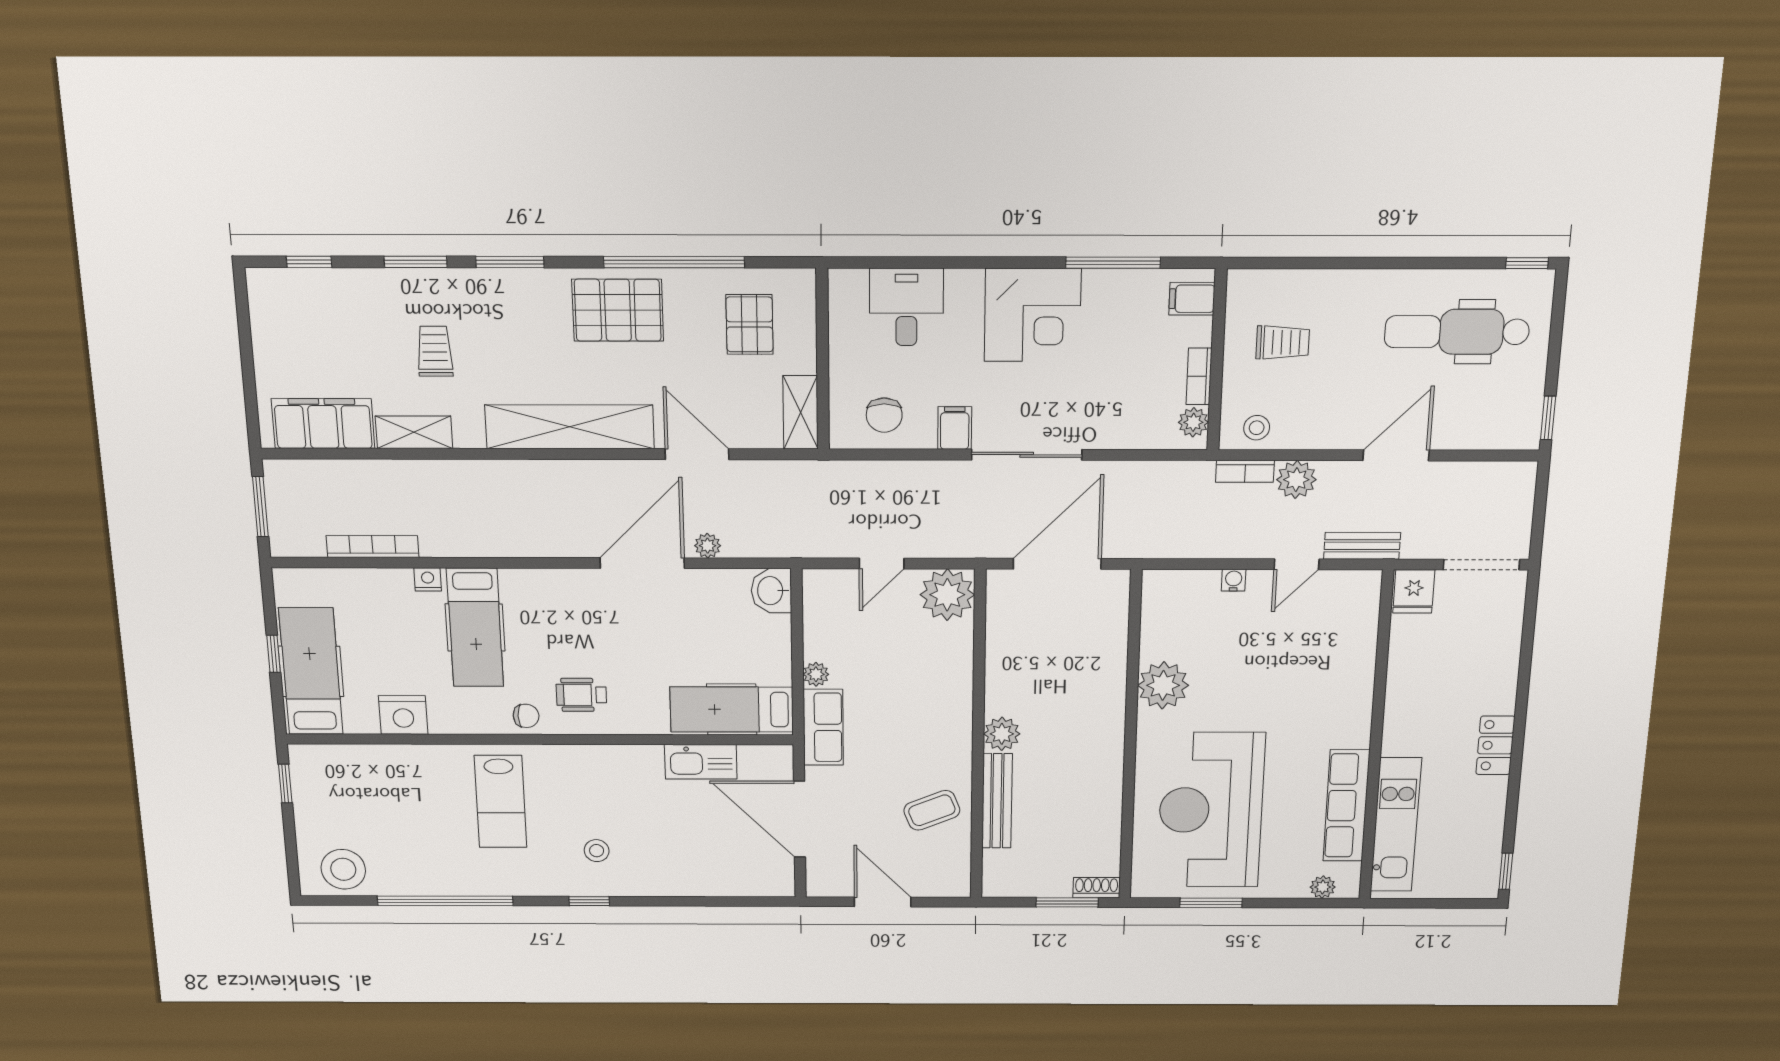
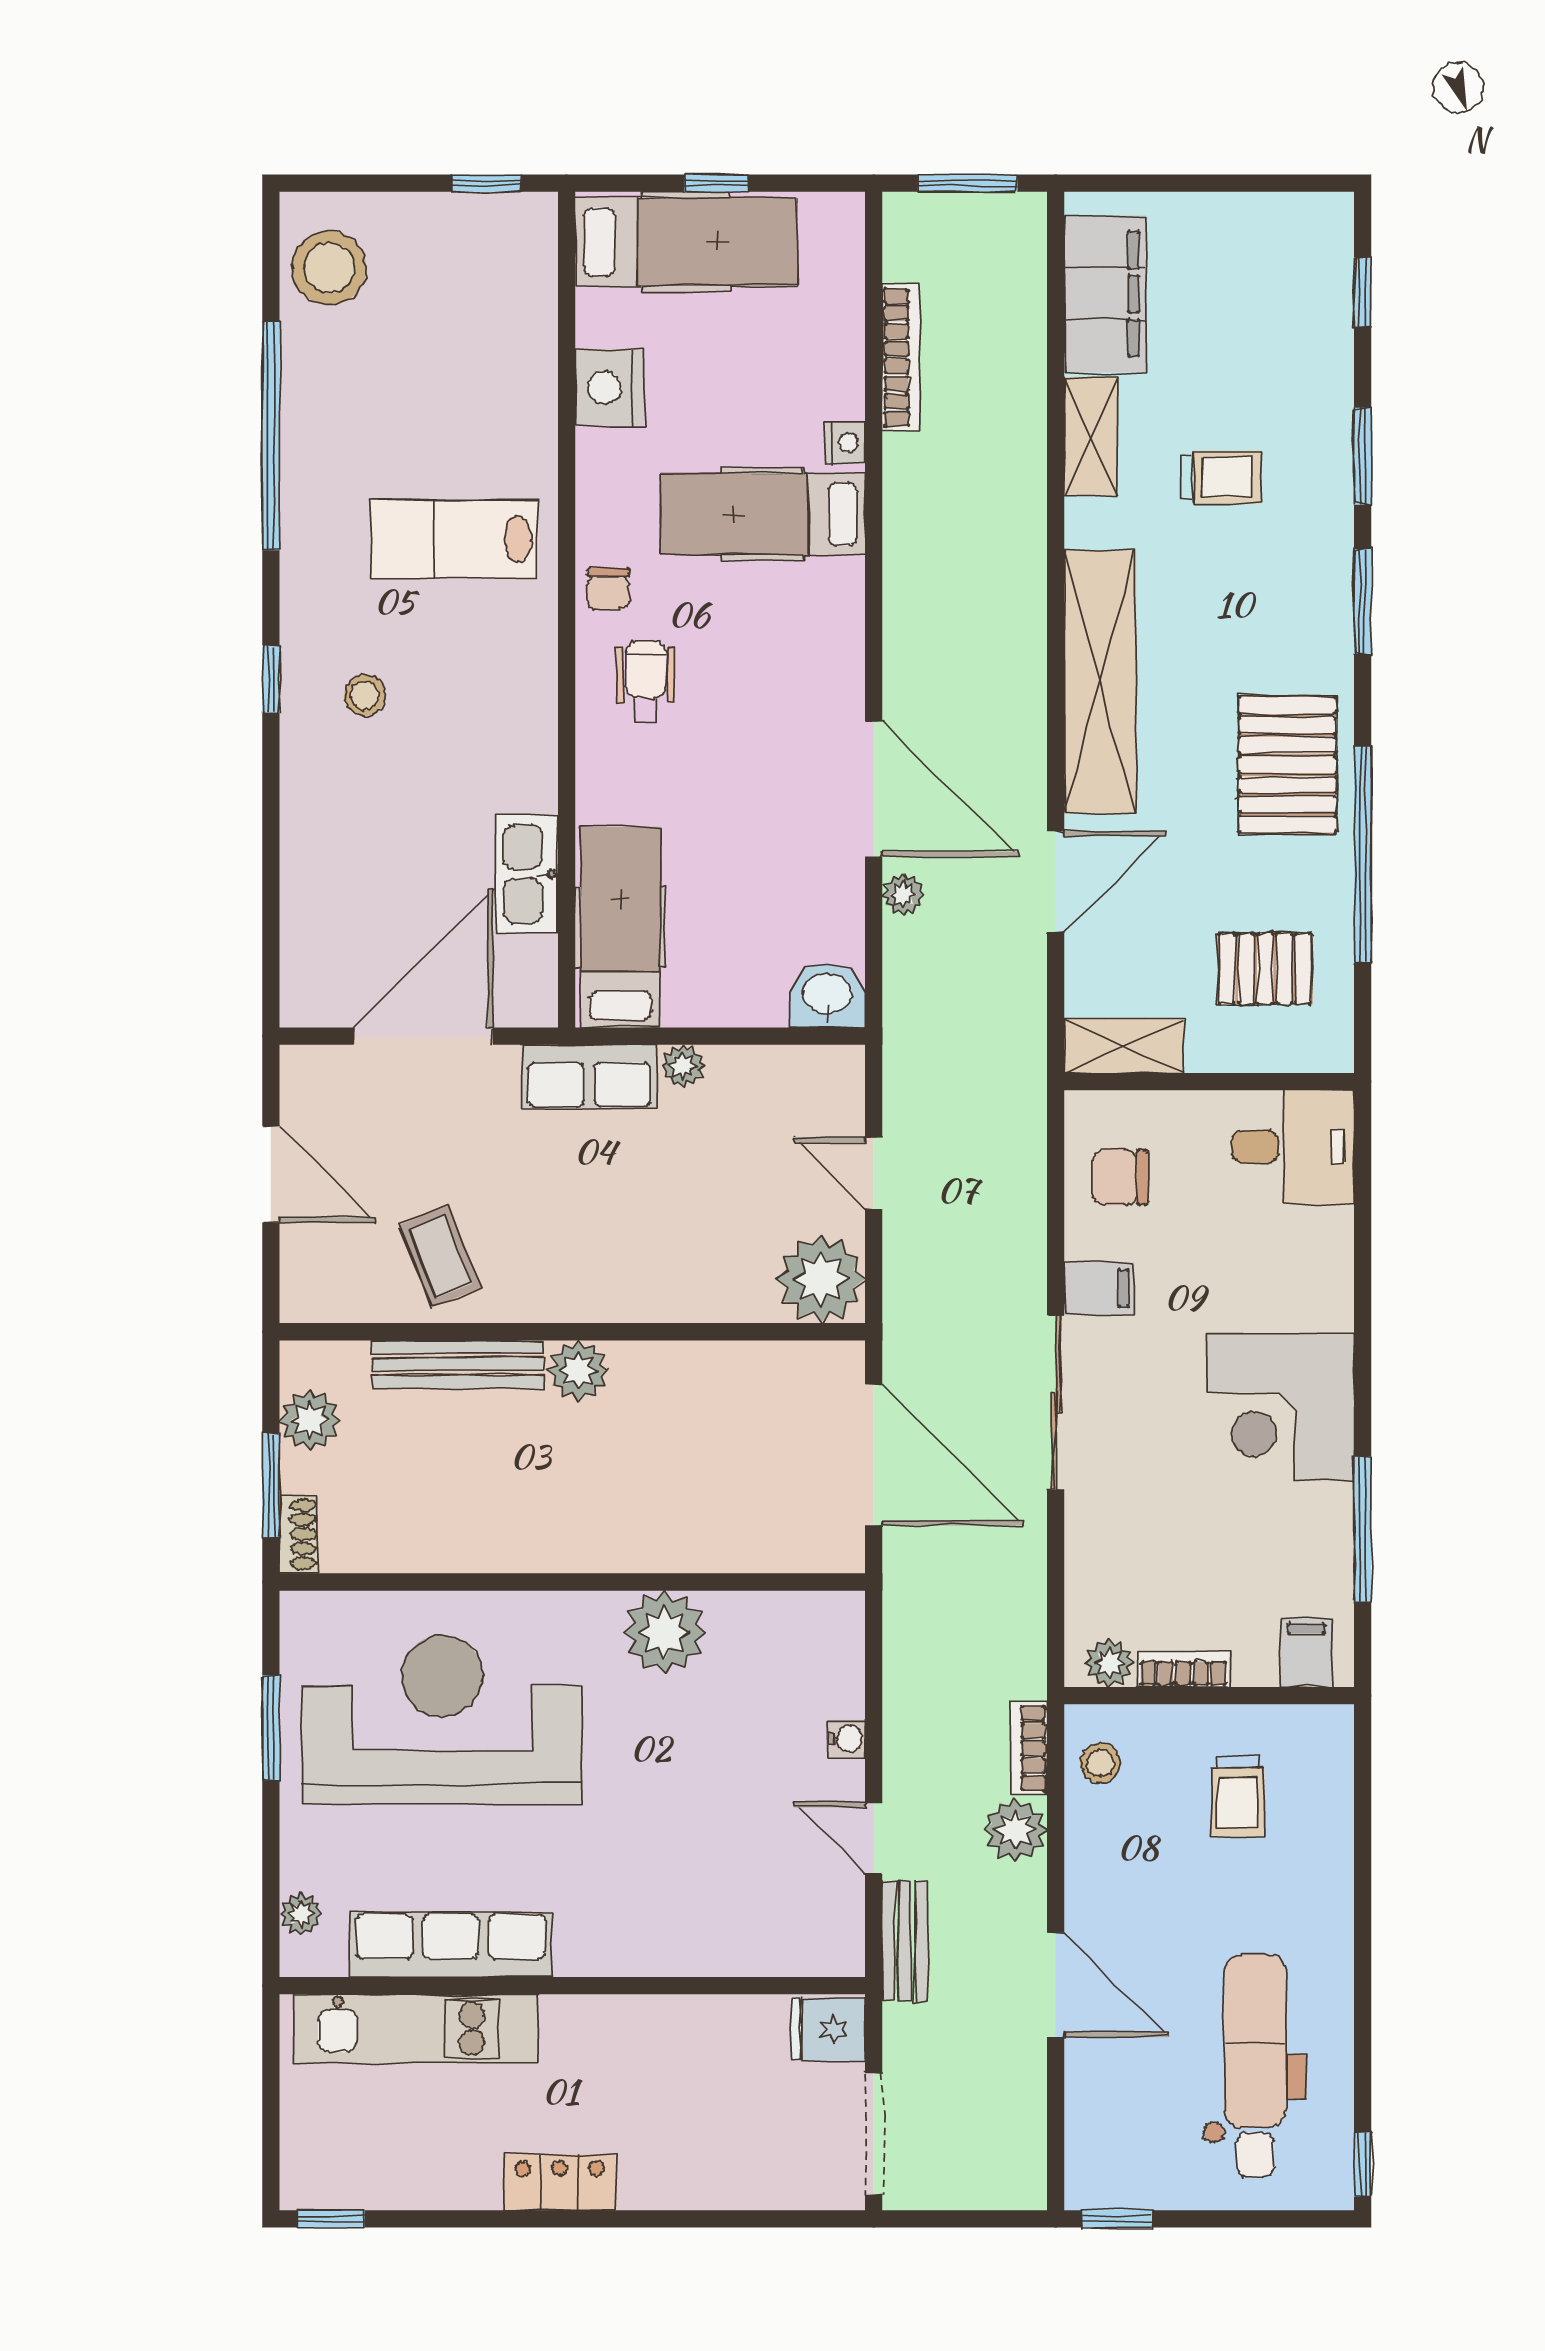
desk: (906, 307) -> (1293, 1147), moved
plant: (1029, 881) -> (310, 1420), added
door: (883, 902) -> (271, 1174), hinge flipped

